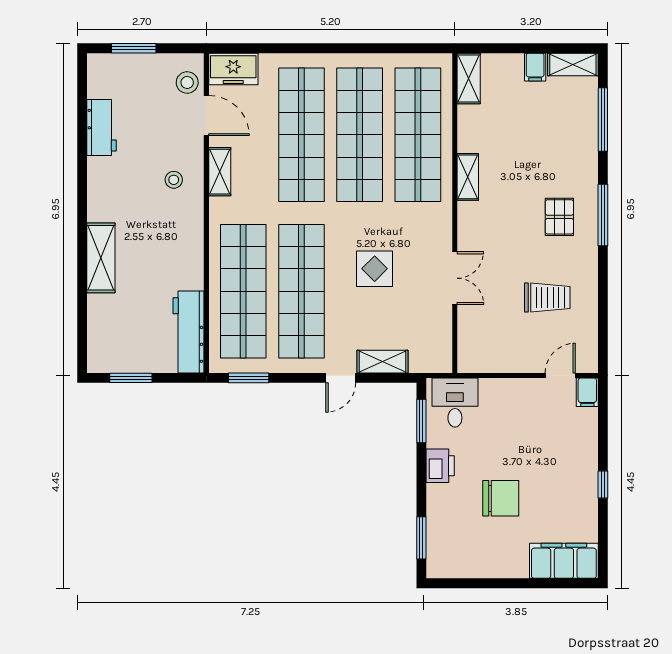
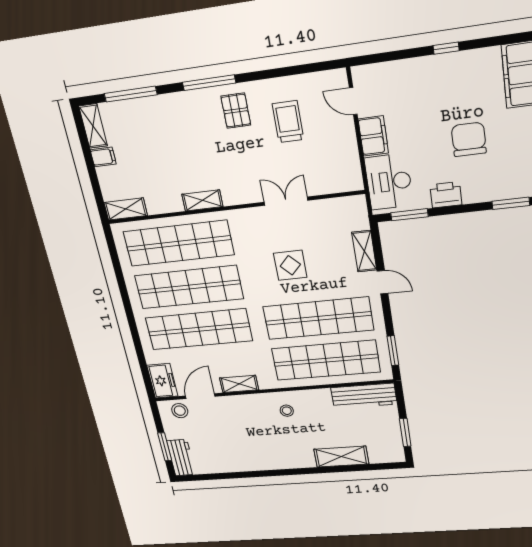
workbench: (101, 128) -> (181, 458), moved, turned 90
stool: (174, 180) -> (287, 411), moved
pallet: (559, 217) -> (236, 111), moved, turned 90
shelving: (101, 258) -> (341, 457), moved
filing cabinet: (587, 392) -> (373, 136), moved, width x2.00
desk: (455, 403) -> (389, 182), width x1.37

